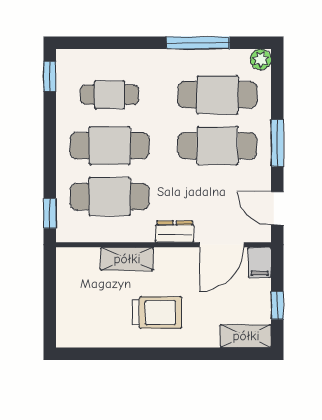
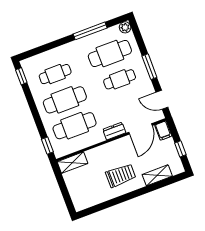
cafe table: (217, 146) -> (120, 79), width x0.73, depth x0.74
shelving: (127, 259) -> (72, 163), moved
shelving: (246, 336) -> (157, 175), moved

